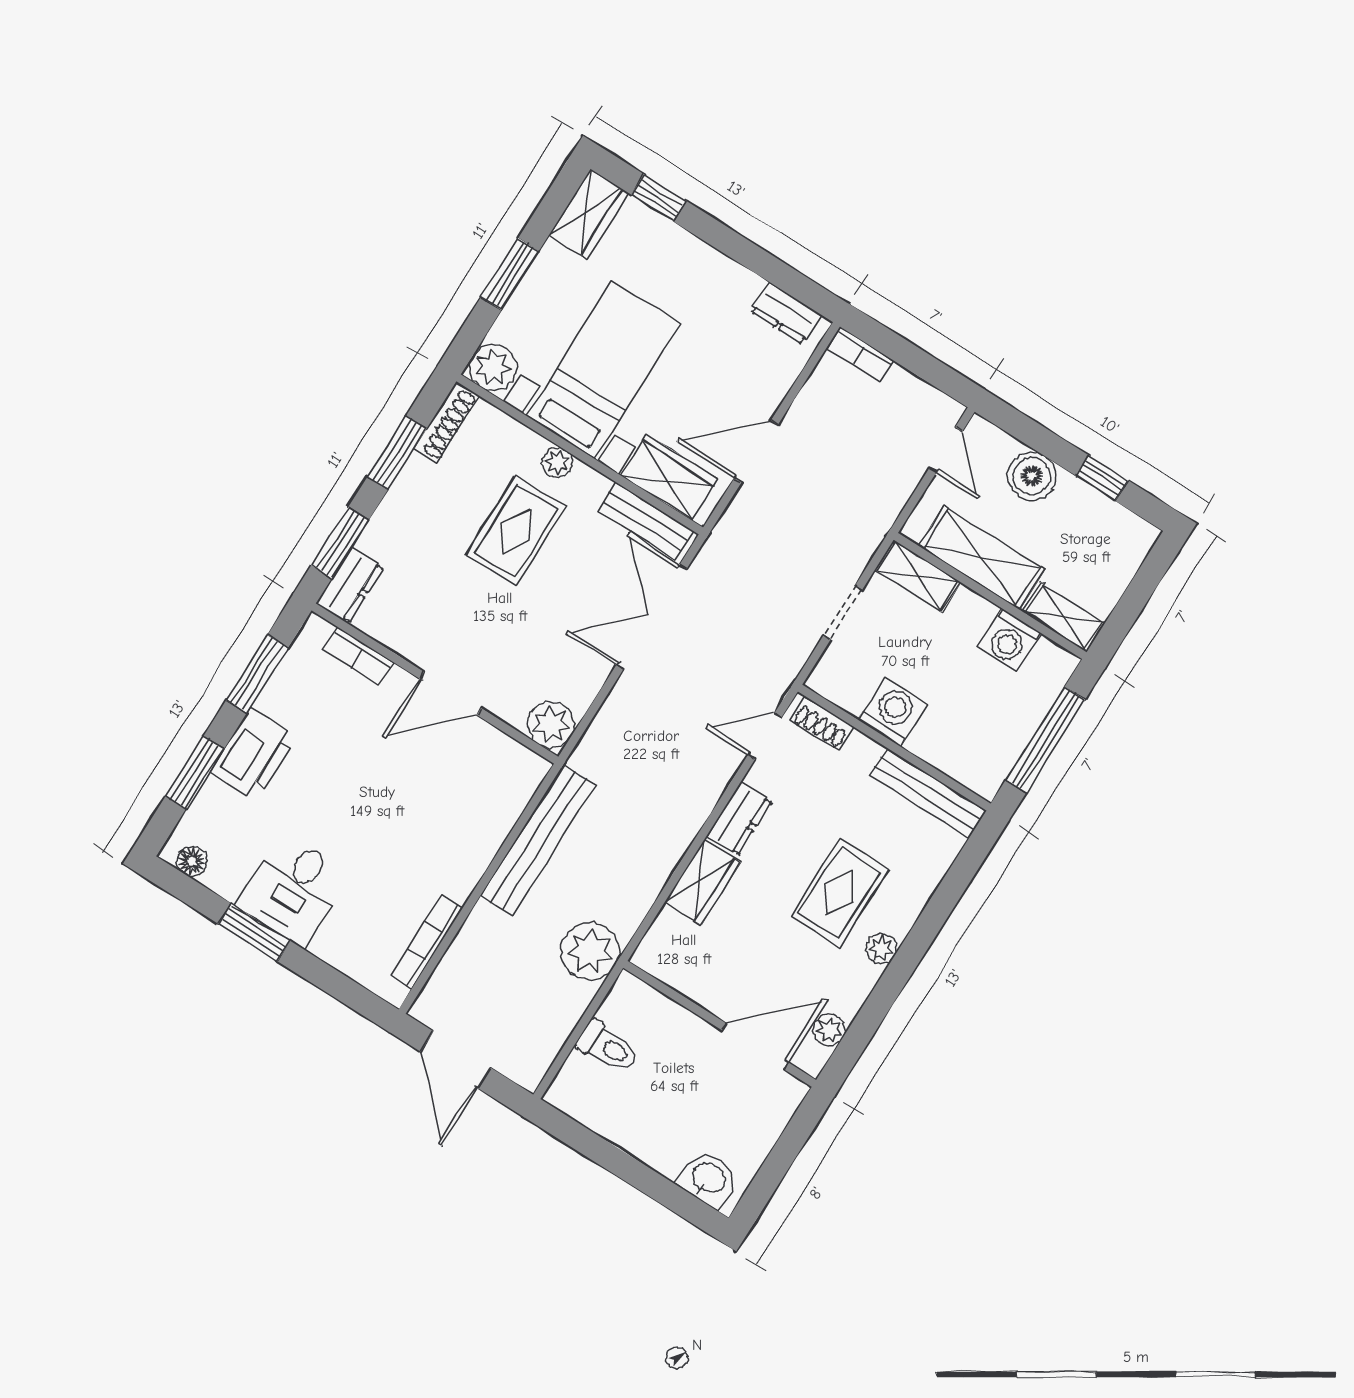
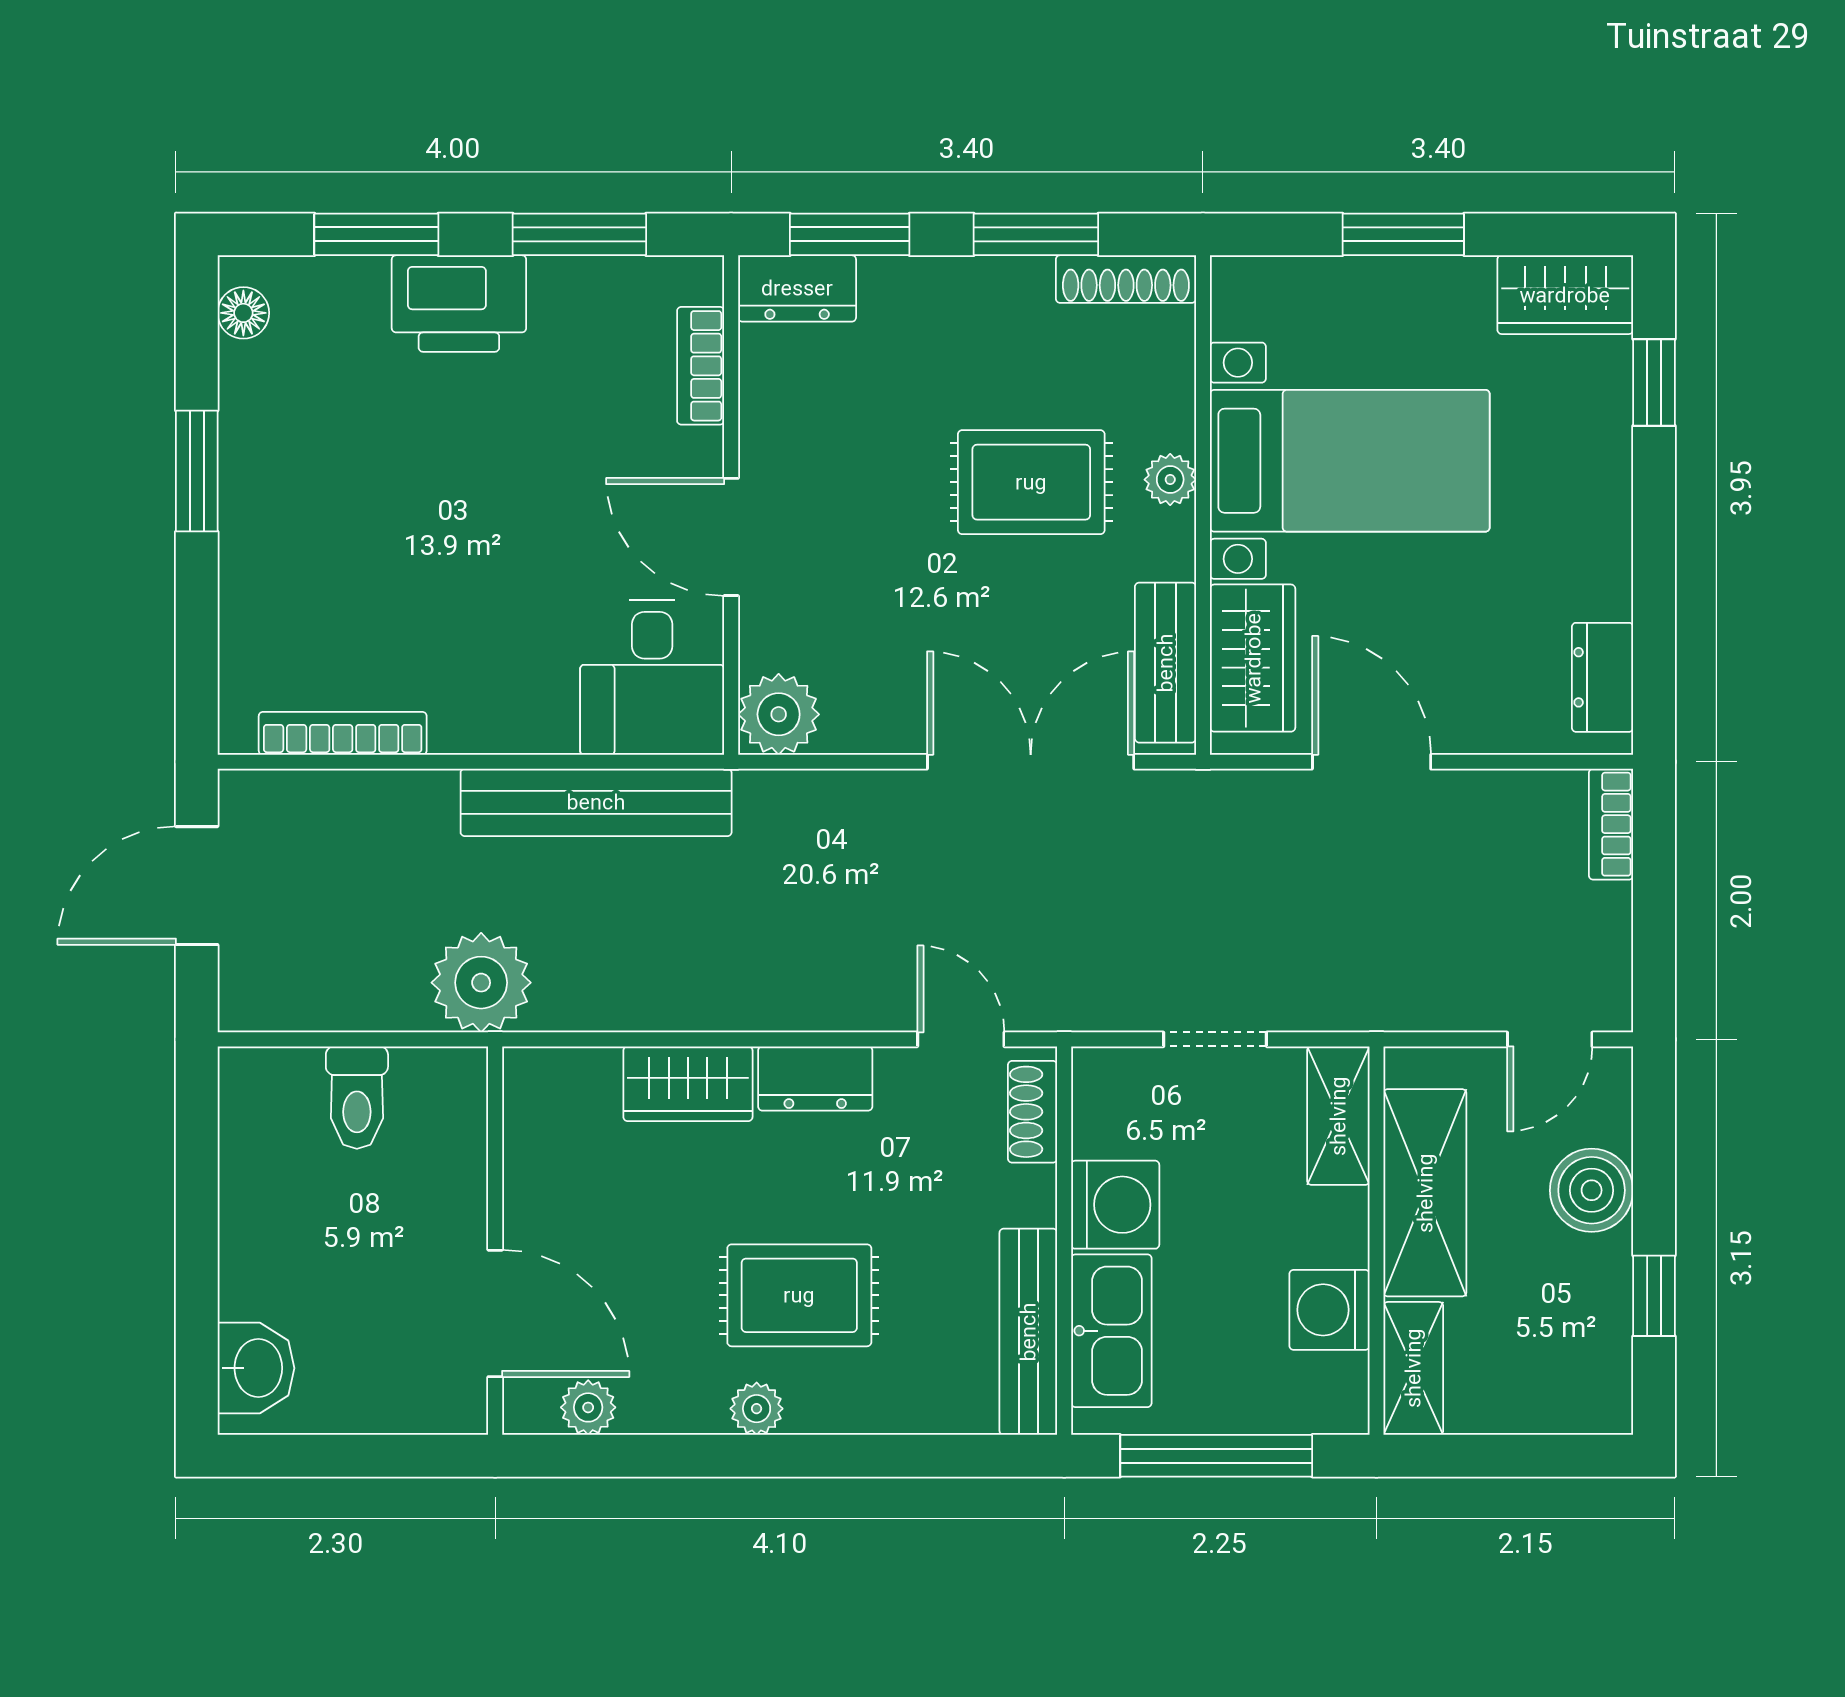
plant: (493, 368) -> (1250, 297), removed
kitchen sink: (953, 752) -> (1111, 1331), added
desk: (293, 890) -> (652, 677), moved, turned -90

